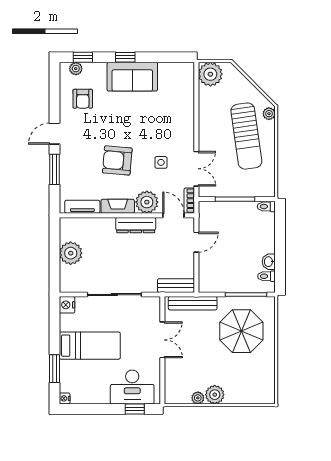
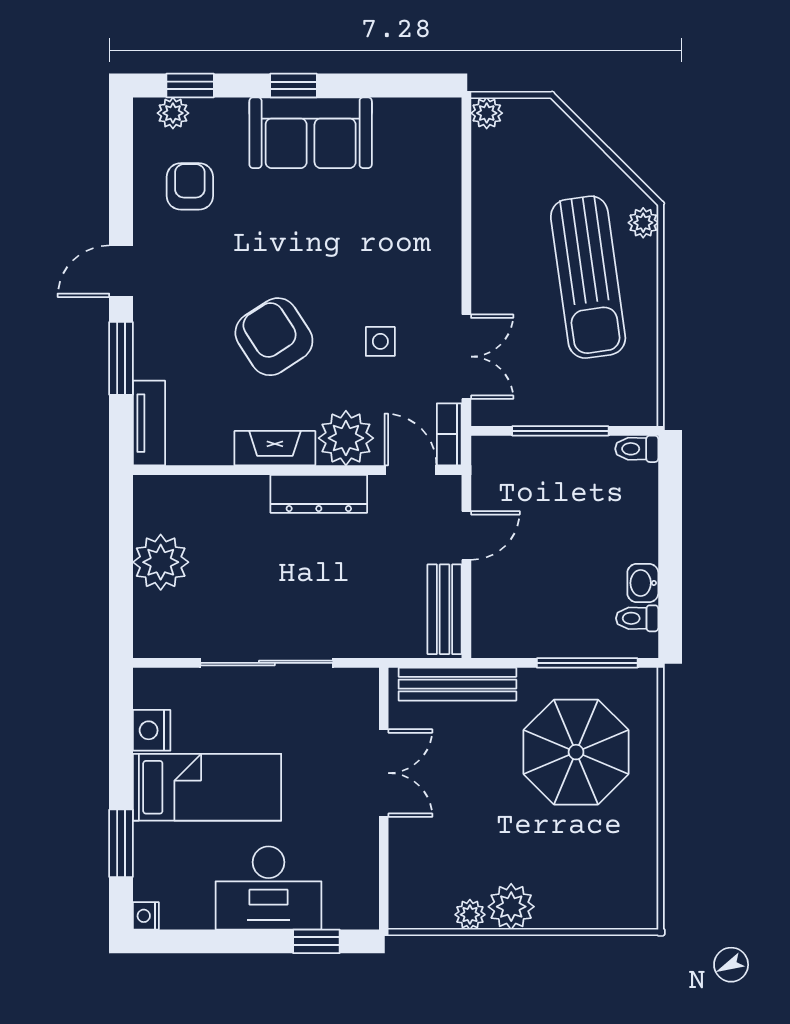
plant: (210, 74) -> (487, 113), width x0.53, depth x0.53
armchair: (83, 99) -> (190, 186), turned 180
armchair: (117, 160) -> (274, 337), turned 52
tv unit: (82, 207) -> (149, 423), moved, turned 90
bench: (176, 286) -> (445, 609), moved, turned 90
nightstand: (67, 305) -> (152, 730), moved
desk: (132, 387) -> (268, 888), moved

